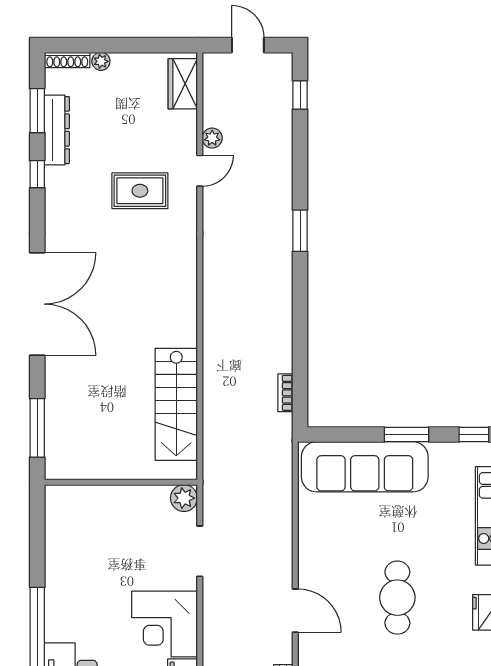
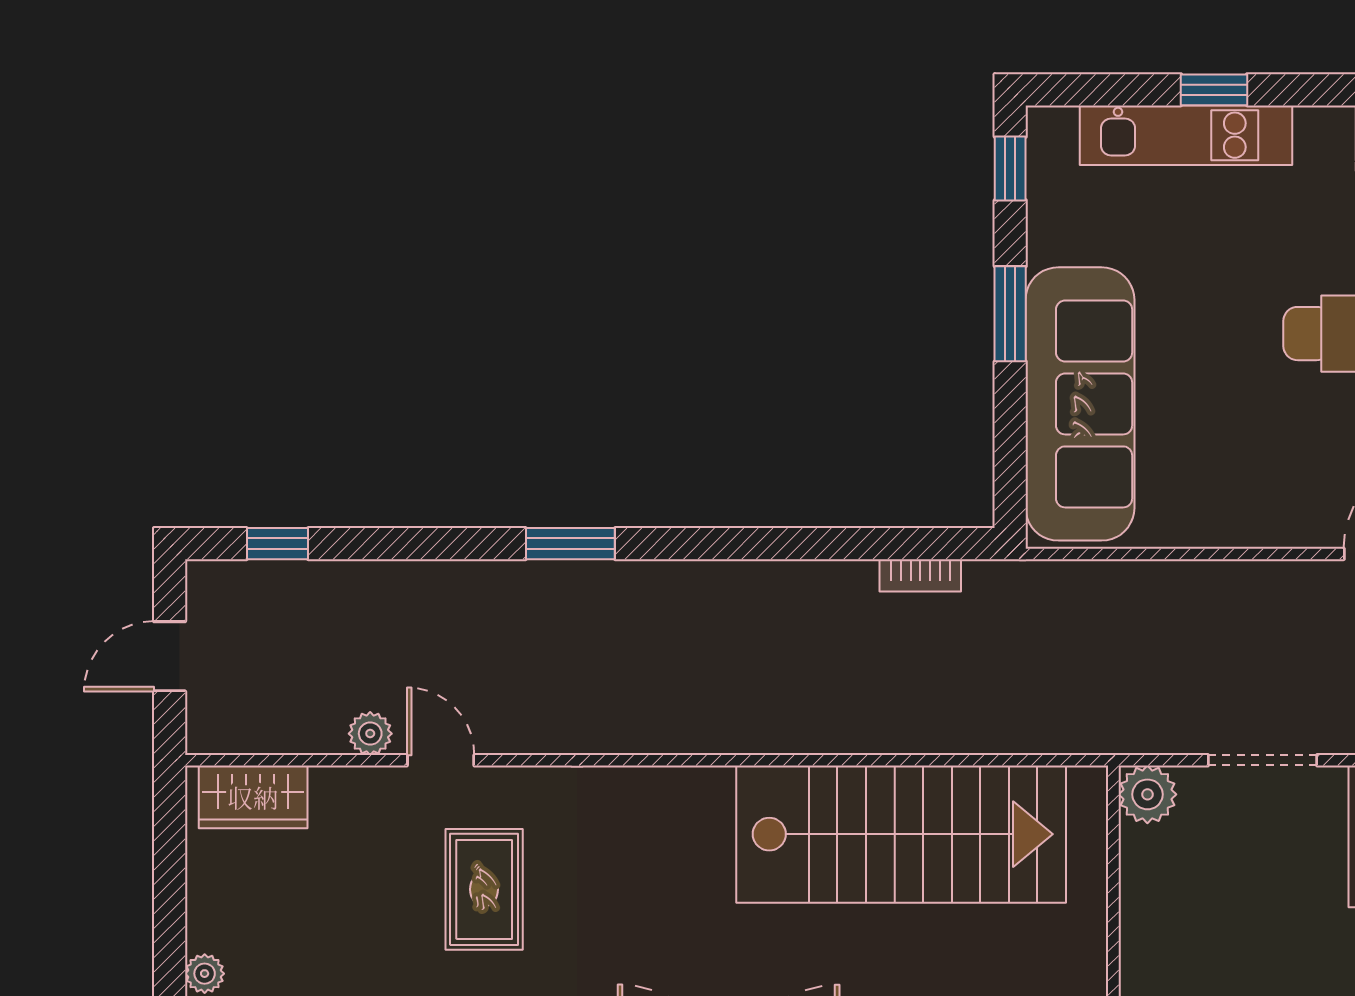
stairs: (176, 404) -> (901, 834), width x1.36, depth x1.51

